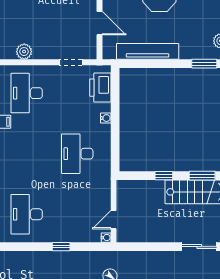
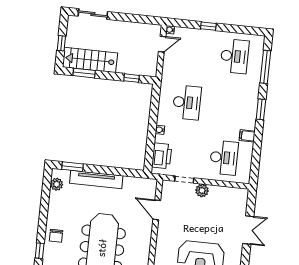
tv unit: (148, 51) -> (96, 179), moved
plant: (24, 52) -> (202, 191), moved
window: (164, 176) -> (132, 78), moved

